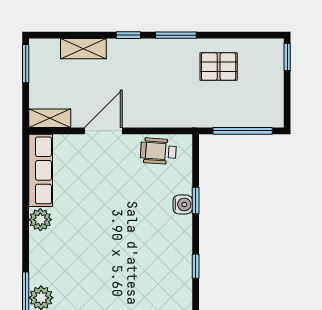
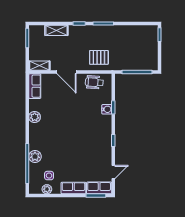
pallet: (219, 67) -> (99, 57), moved
door: (103, 131) -> (66, 72), swing flipped
row of seats: (41, 170) -> (35, 86), width x0.68

